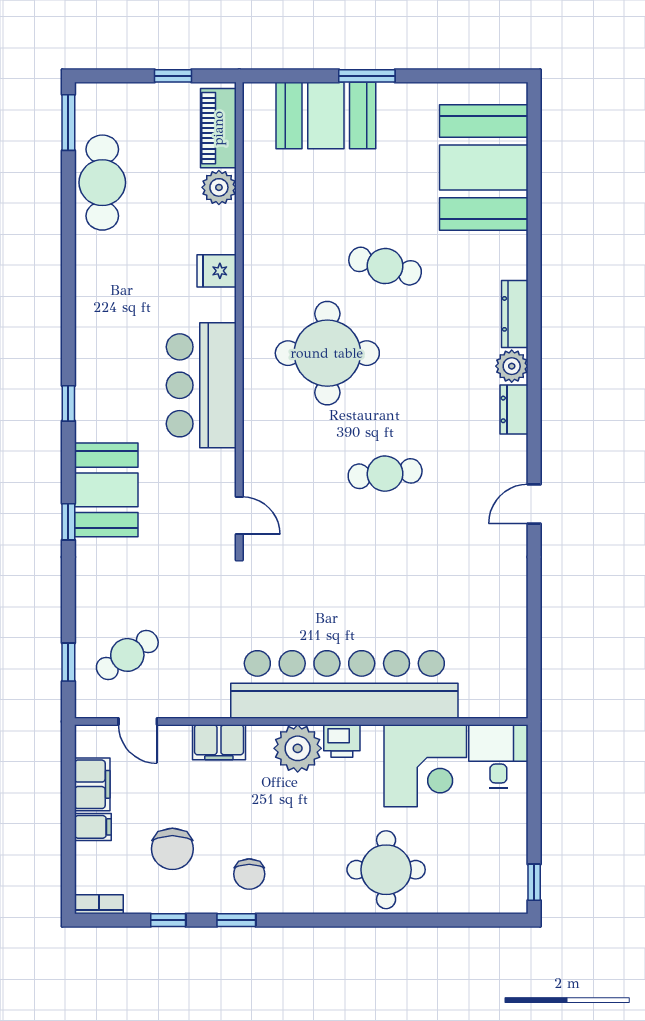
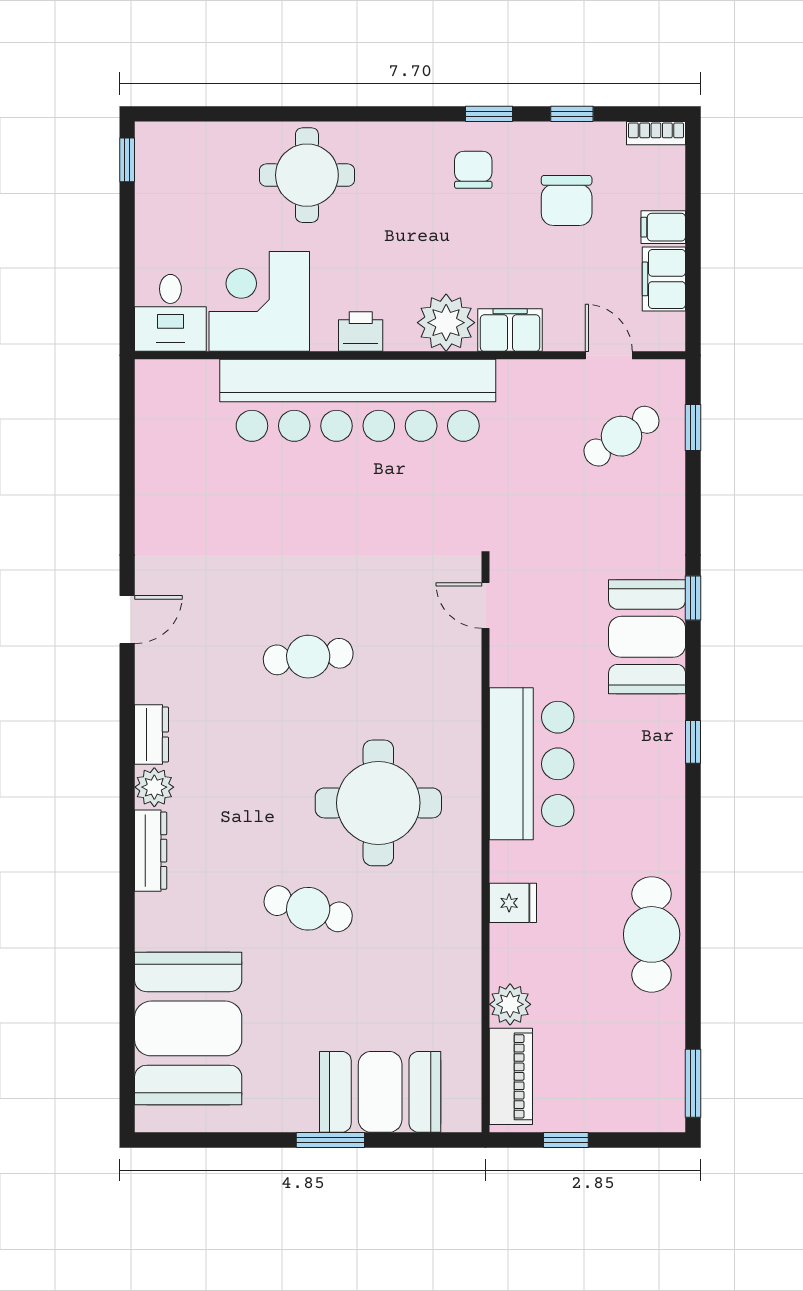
cafe table: (102, 183) -> (652, 934), moved
plant: (298, 748) -> (446, 323), moved
chair: (172, 849) -> (567, 200), turned 180

